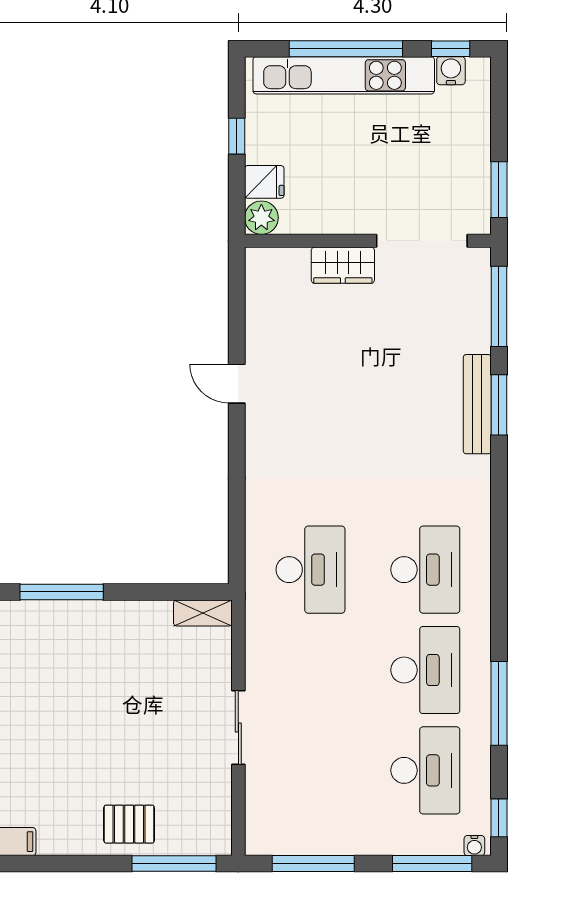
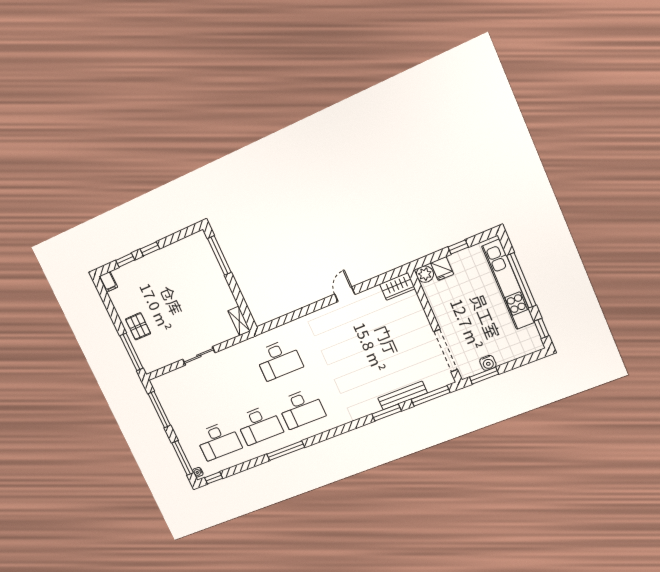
water cooler: (451, 71) -> (488, 363), moved, turned 90
wardrobe: (343, 265) -> (397, 286), moved, turned -90
bench: (477, 404) -> (403, 396), moved
window: (499, 703) -> (286, 451), moved

